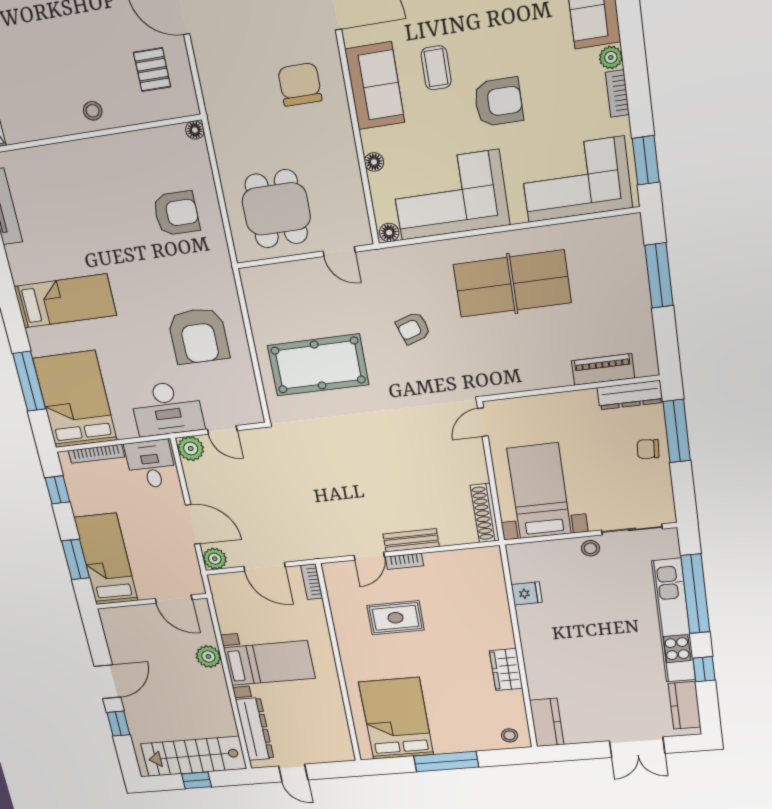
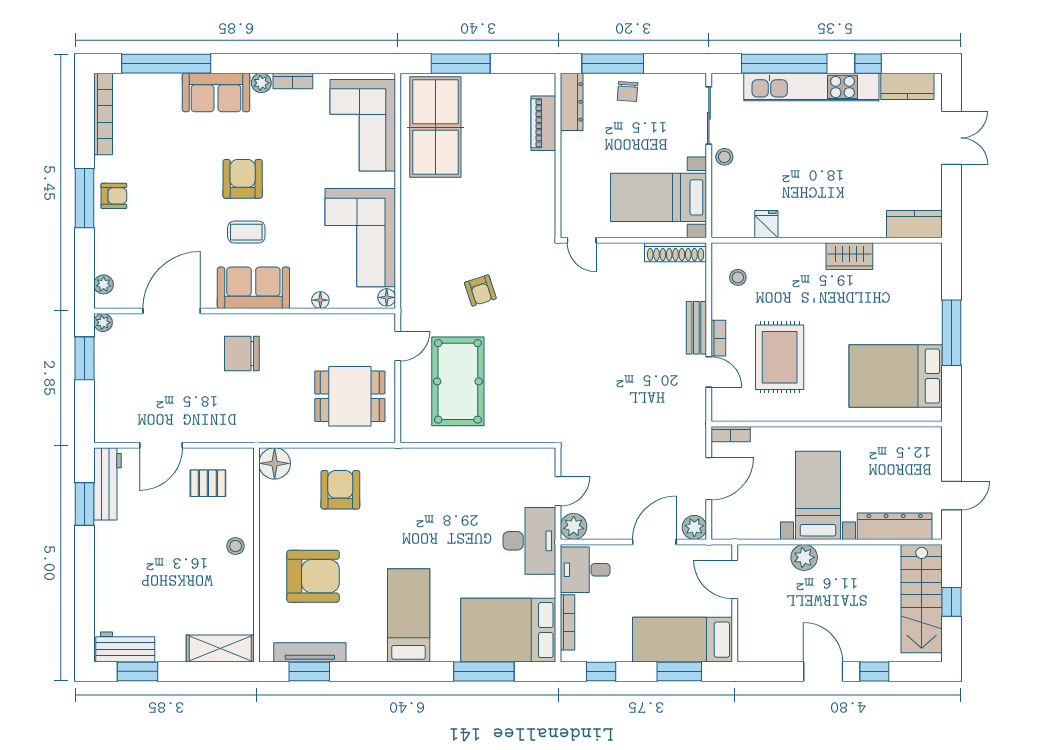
armchair: (498, 102) -> (243, 179), moved
floor lamp: (195, 130) -> (275, 463), width x1.89, depth x1.89
window: (646, 160) -> (355, 64), removed
table tennis table: (512, 284) -> (435, 127), moved
armchair: (198, 336) -> (313, 576), moved
pool table: (318, 365) -> (458, 381), moved
door: (174, 599) -> (735, 579), swing flipped
rug: (395, 618) -> (780, 357), width x1.36, depth x1.43
stool: (510, 735) -> (738, 277), moved

